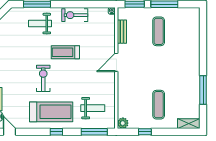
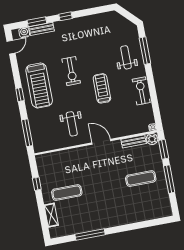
exercise bike: (43, 78) -> (71, 71), turned 90
weight bench: (93, 108) -> (72, 124), moved
plant: (123, 123) -> (152, 139), moved
shelving: (189, 124) -> (51, 215), moved

